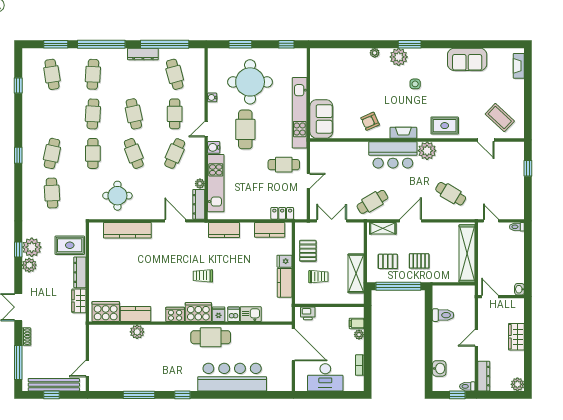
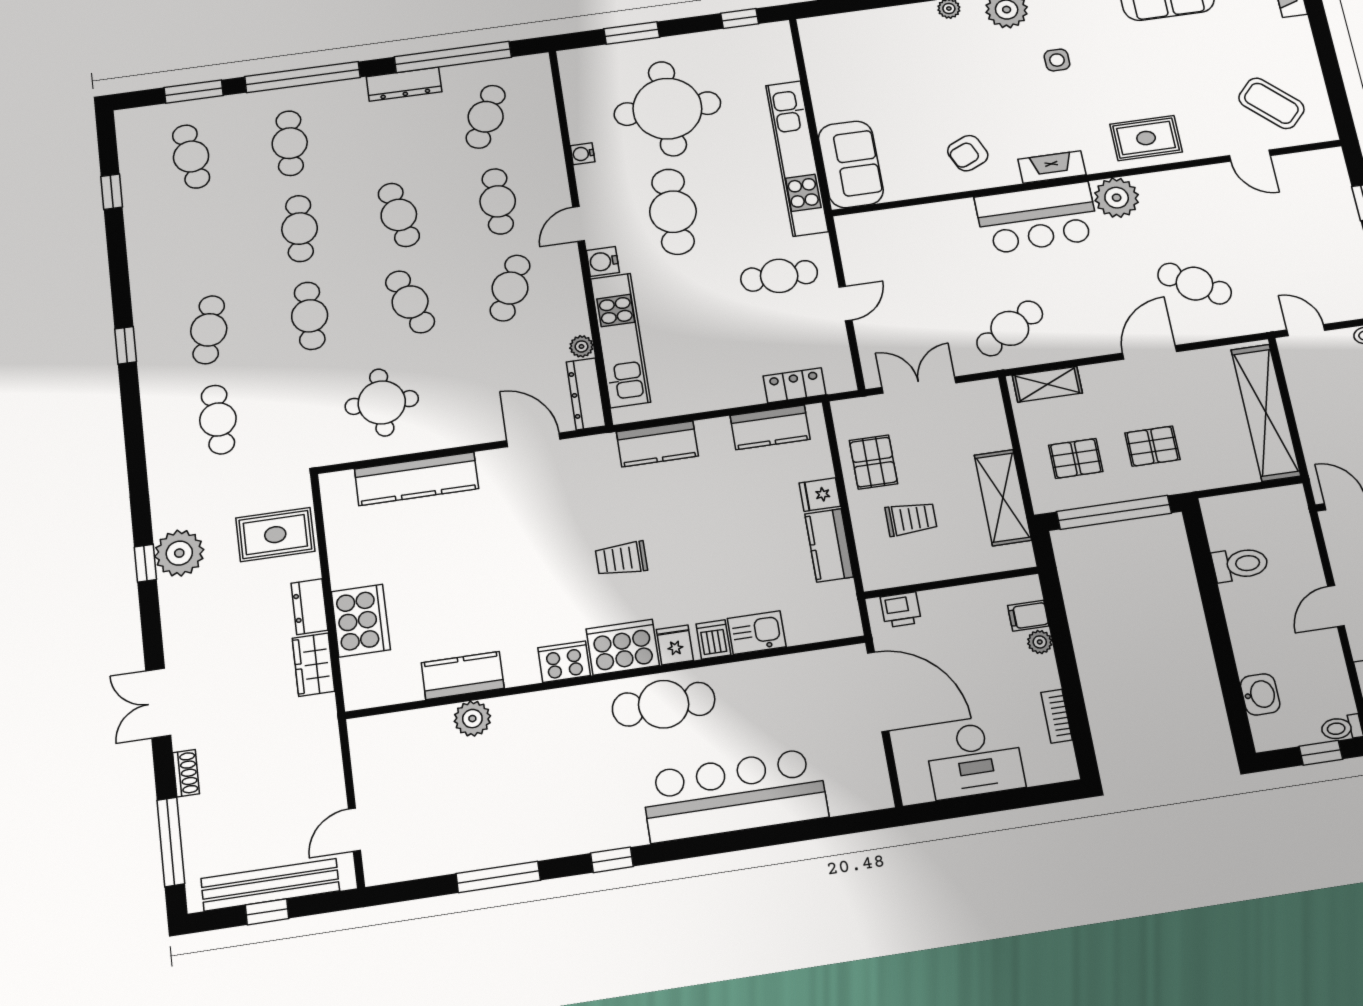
cafe table: (175, 74) -> (486, 117), turned 39
door: (411, 221) -> (1150, 352), moved
plant: (29, 265) -> (177, 597), removed
dresser: (80, 272) -> (309, 607), width x0.70
cooker: (106, 312) -> (361, 621), moved, turned 90

